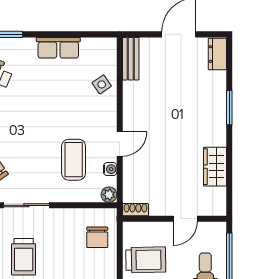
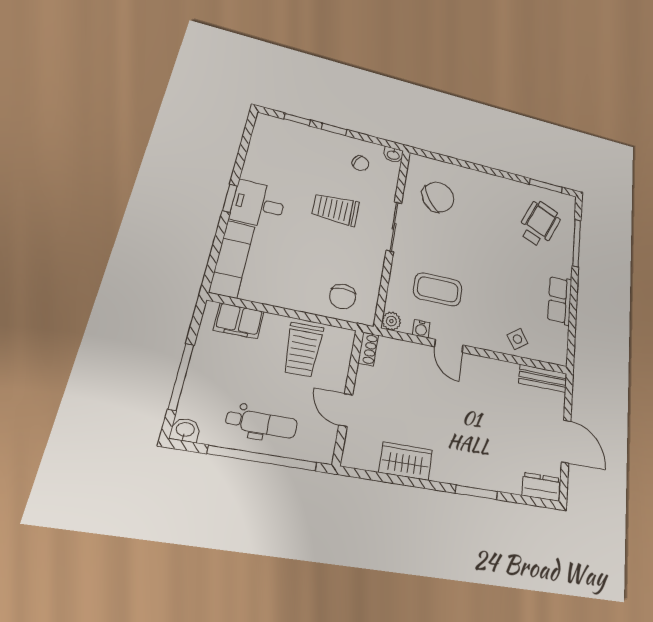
chair: (97, 237) -> (343, 296), turned -90

